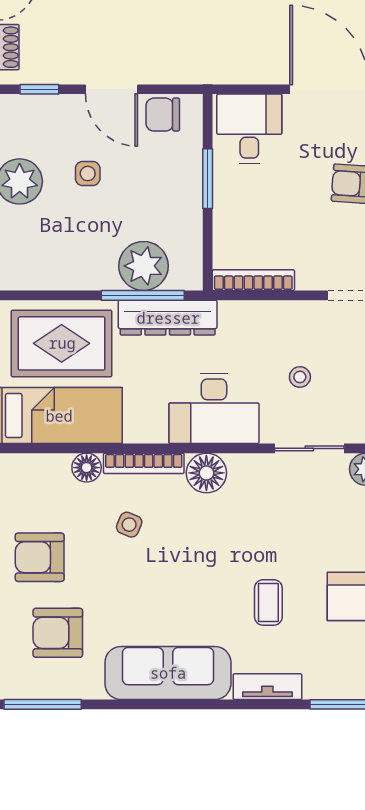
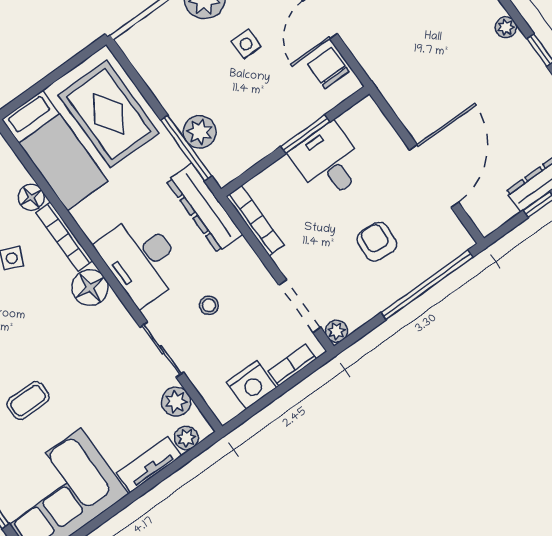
desk: (249, 129) -> (328, 161), moved, turned -90
plant: (143, 266) -> (200, 132), width x0.73, depth x0.73
dresser: (168, 318) -> (205, 208), moved

